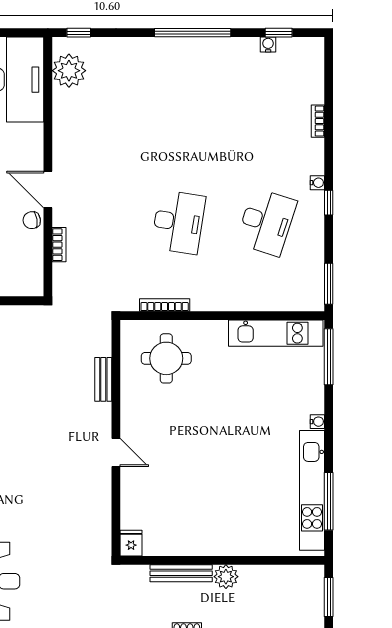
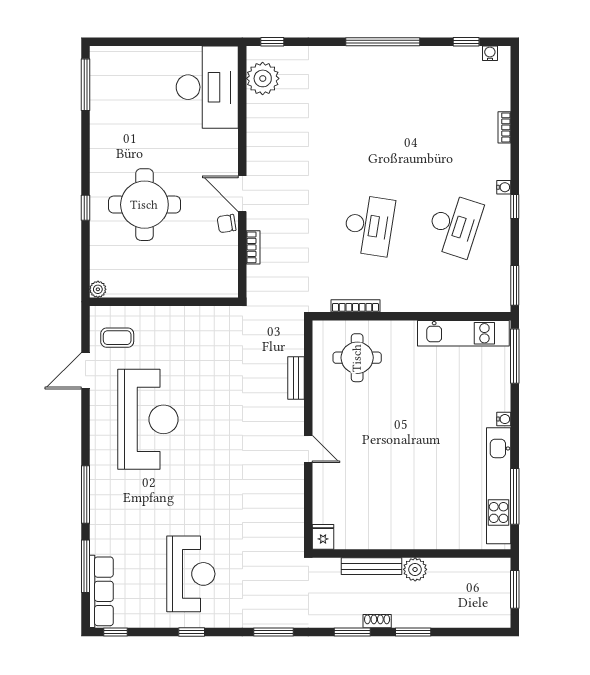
water cooler: (268, 45) -> (490, 53), moved

